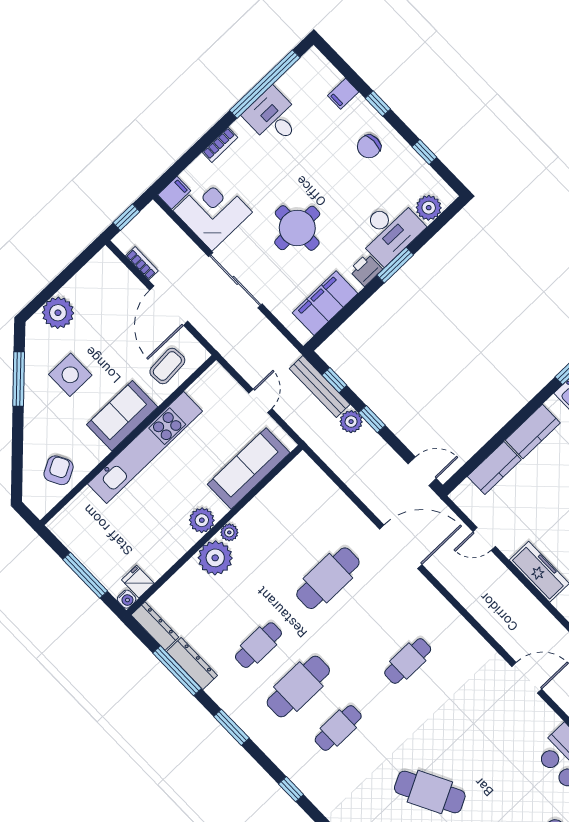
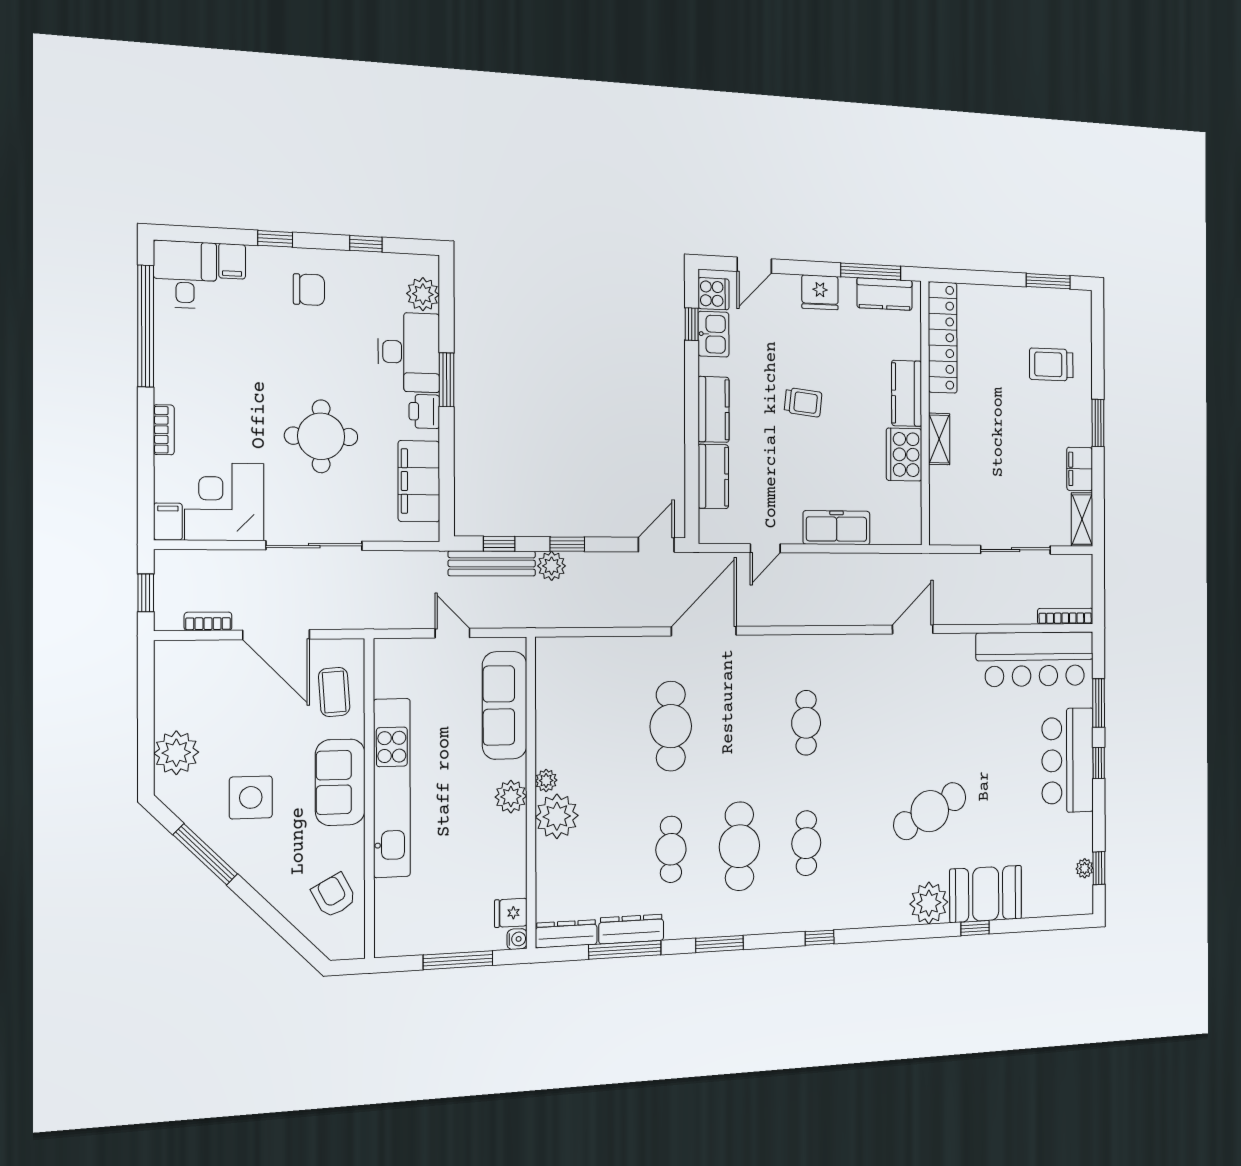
desk: (273, 117) -> (185, 275), moved, turned 90
chair: (369, 146) -> (309, 290), turned -90

